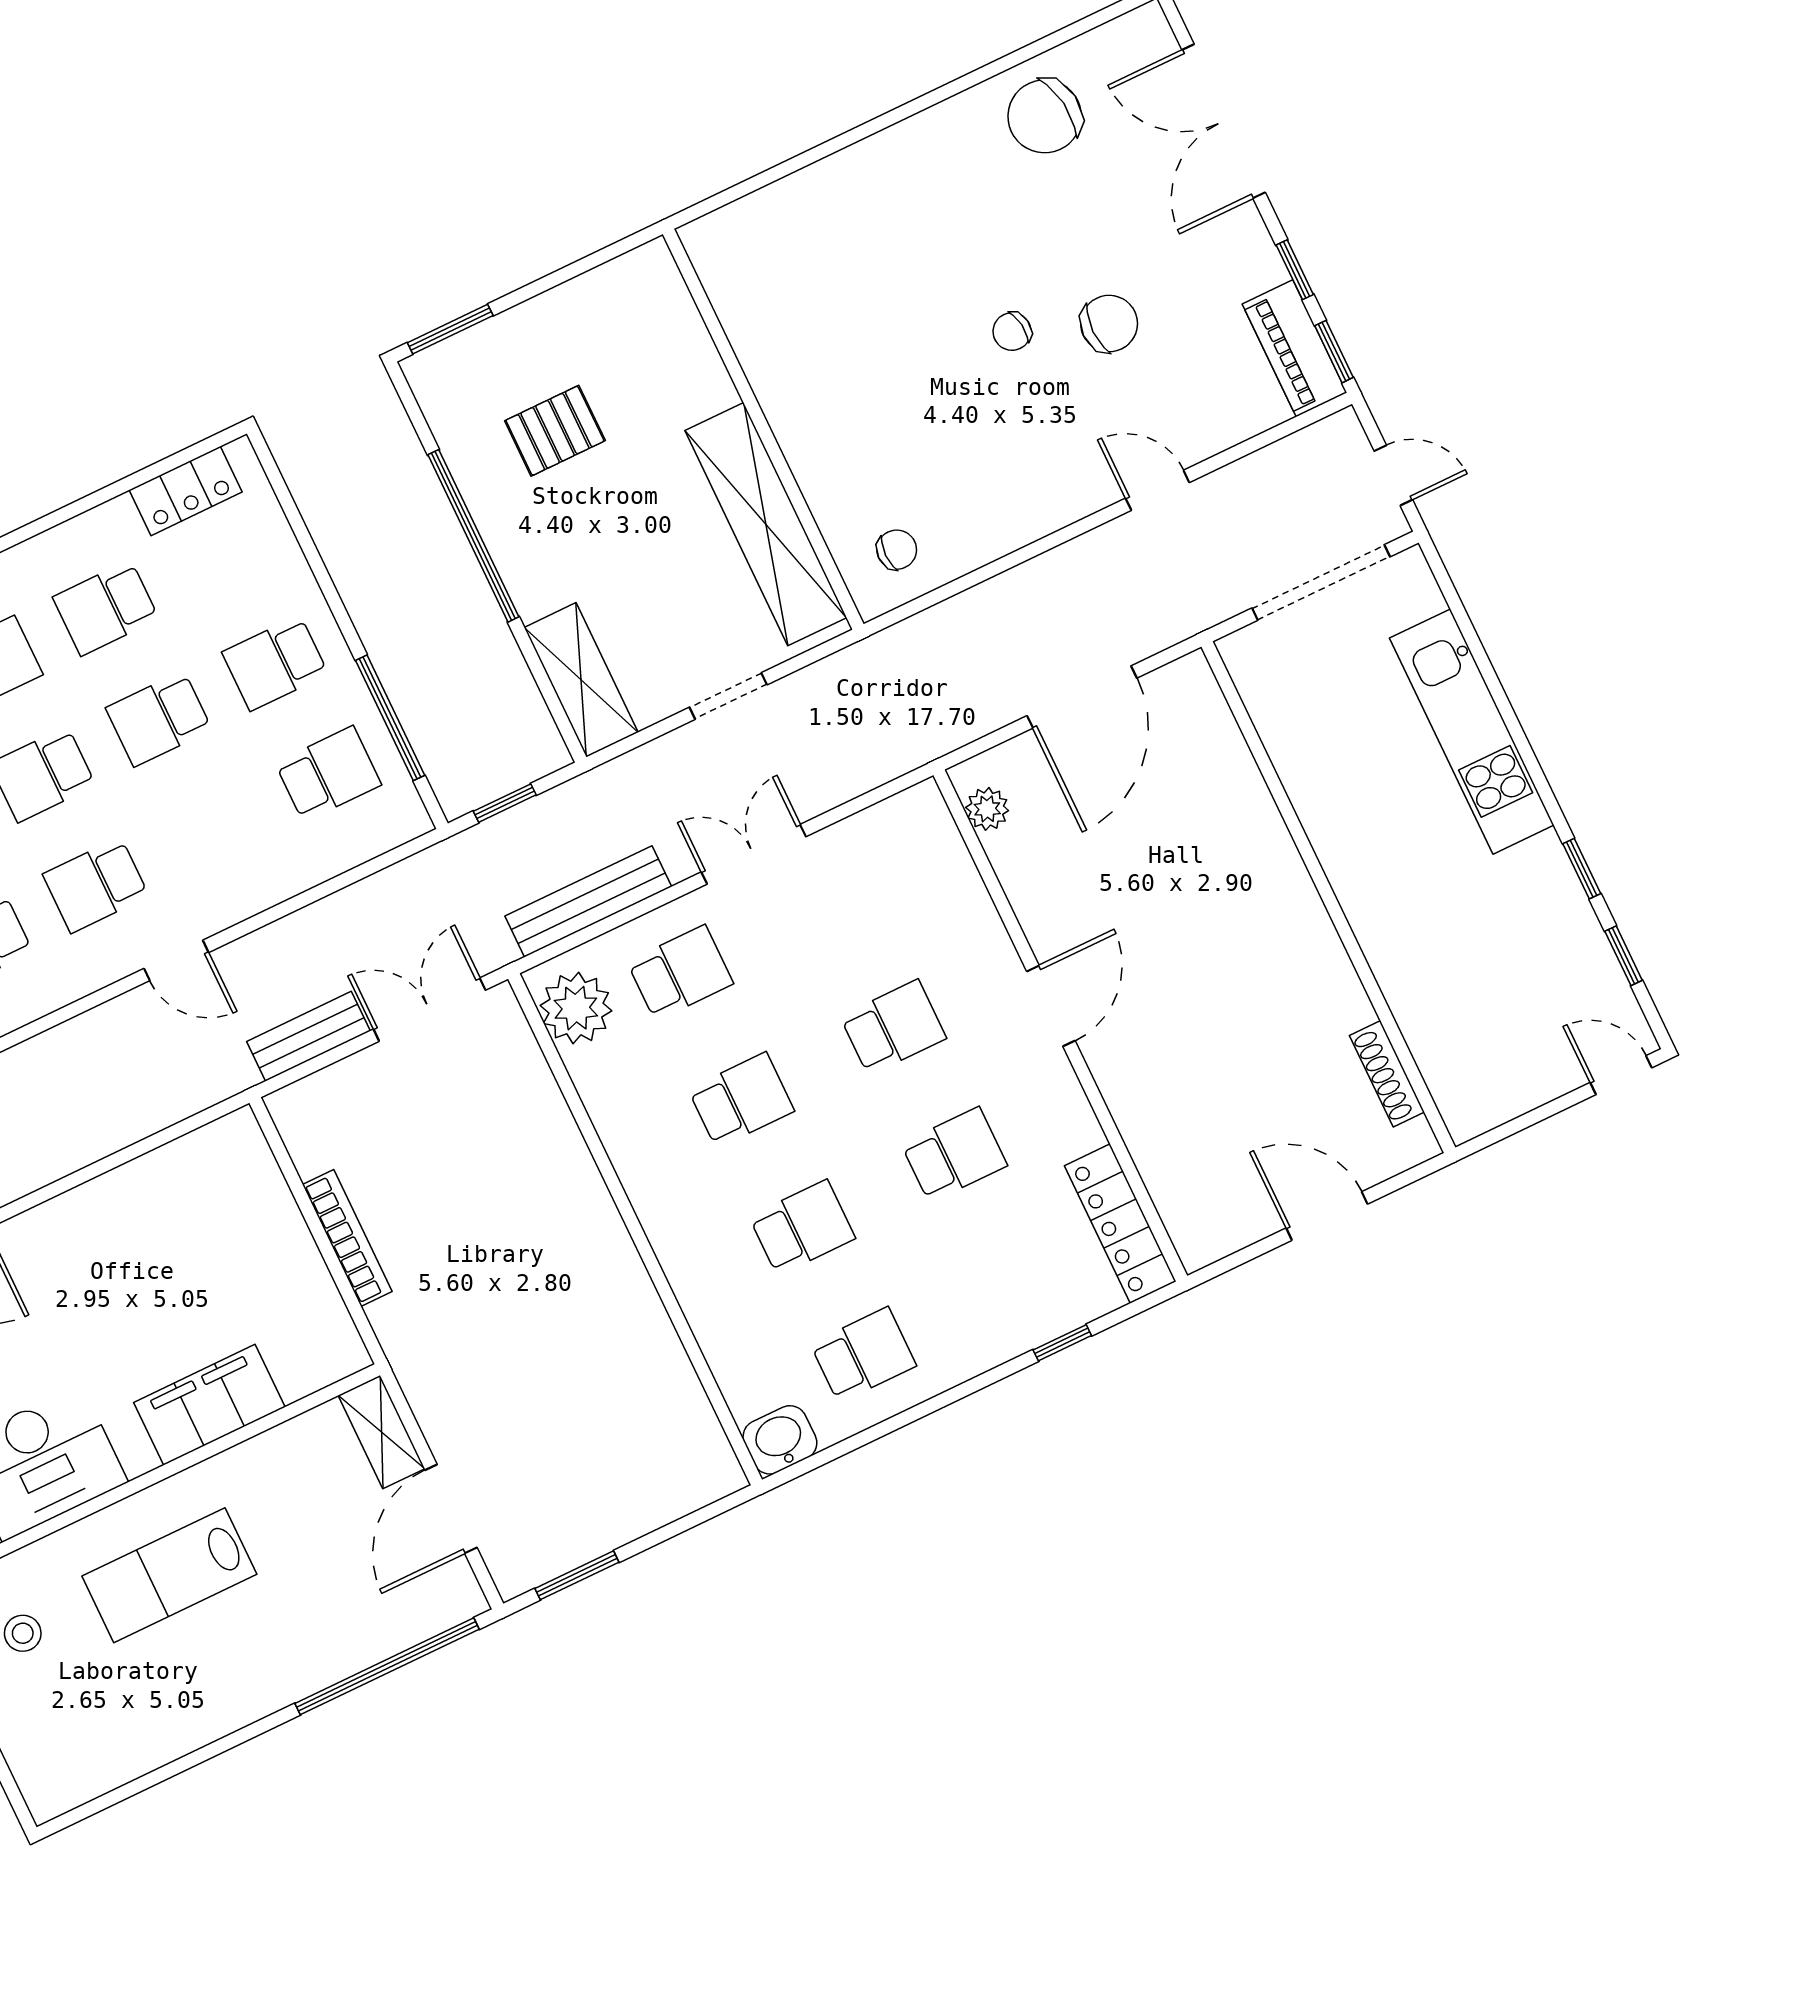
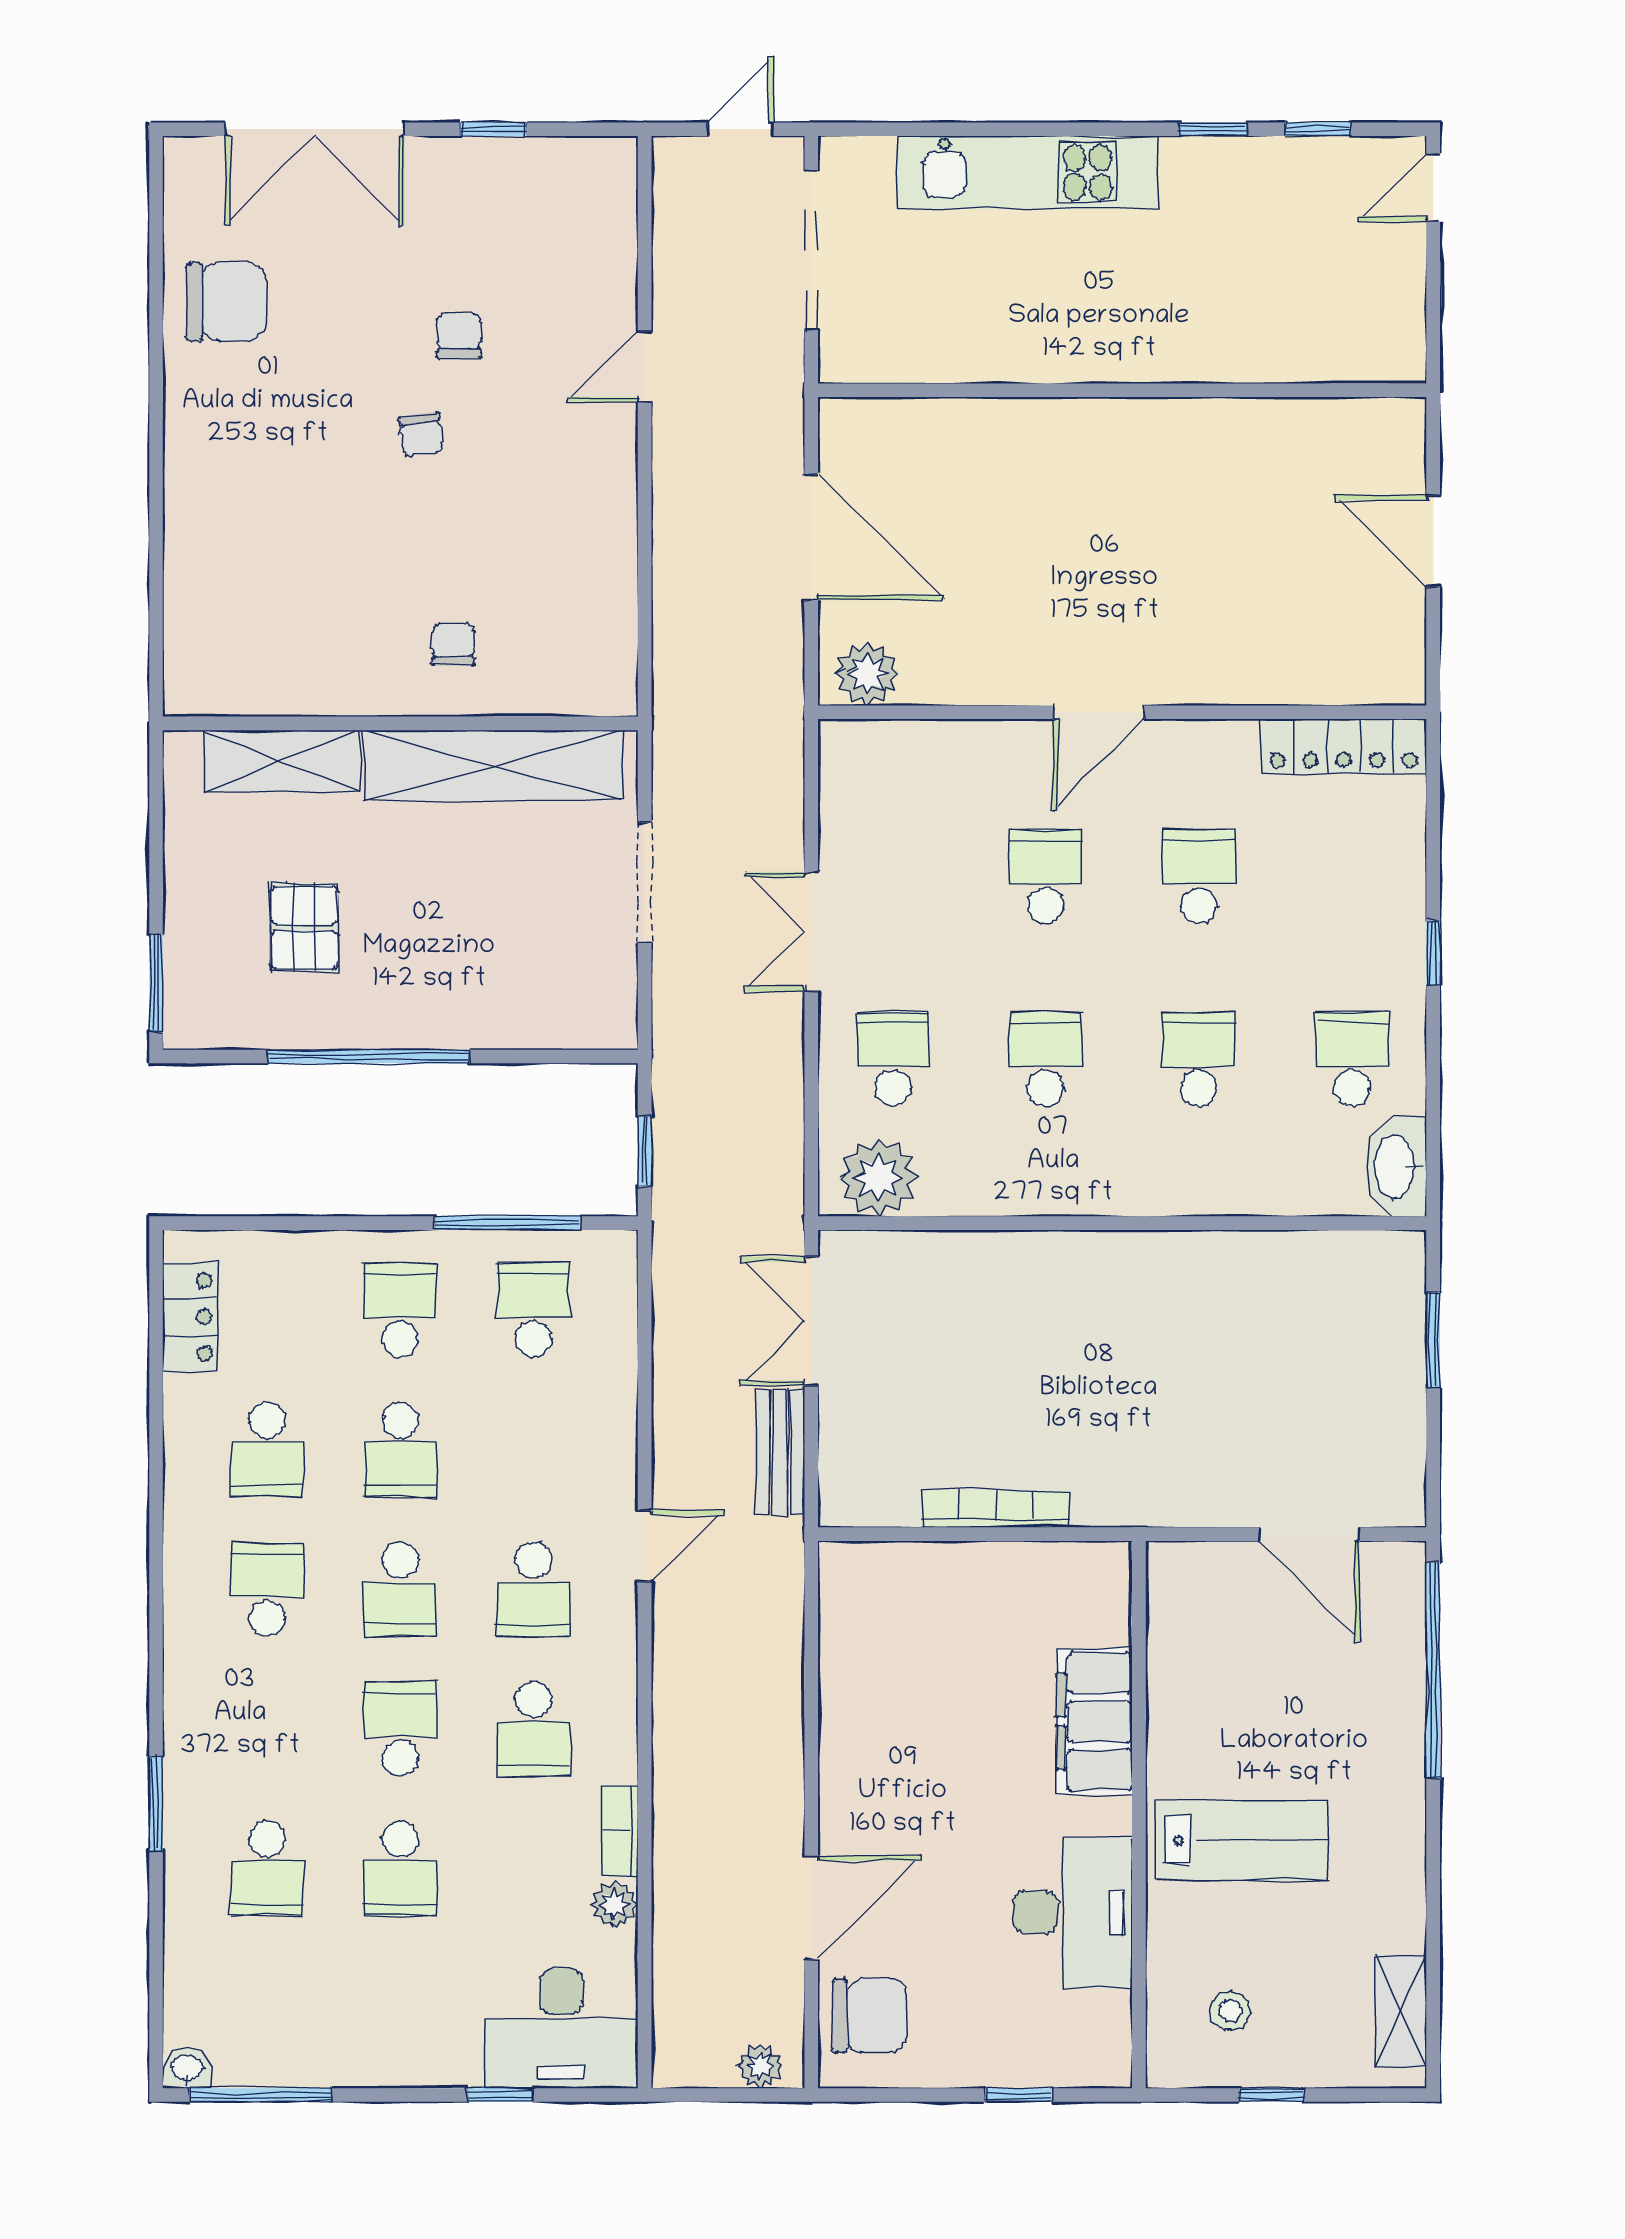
chair: (1045, 116) -> (226, 302), turned -82
chair: (1109, 324) -> (459, 336), width x0.73, depth x0.73
piano: (1295, 348) -> (570, 166), removed
window: (1334, 352) -> (592, 129), removed
chair: (897, 550) -> (453, 644), moved
school desk: (275, 663) -> (400, 1310), turned 180
shelving: (581, 680) -> (282, 761), moved
doorway: (728, 696) -> (645, 882), width x1.38
plant: (987, 809) -> (868, 673), width x1.38, depth x1.38
bench: (588, 901) -> (780, 1115), removed
door: (1051, 1006) -> (1099, 712), swing flipped
shoe rack: (1387, 1074) -> (1322, 416), removed
door: (1327, 1216) -> (1433, 541), hinge flipped
window: (1062, 1343) -> (1433, 953), moved
shelving: (381, 1432) -> (1401, 2011), moved, turned 90
washbasin: (780, 1440) -> (1396, 1166), width x1.38
lab bench: (169, 1575) -> (1242, 1840), turned -90
window: (577, 1575) -> (1433, 1340), moved

